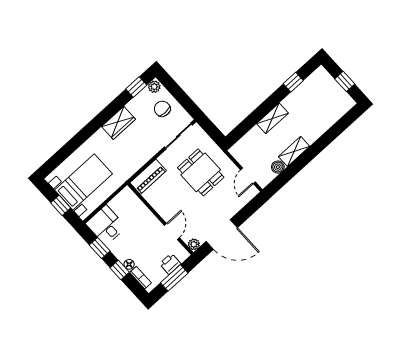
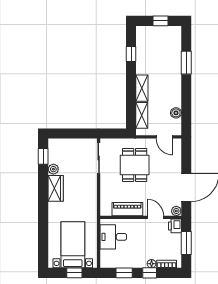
plant: (154, 87) -> (53, 169), moved
chair: (162, 109) -> (72, 152), removed
window: (329, 136) -> (186, 63), added
shelving: (294, 151) -> (142, 115), moved
dining table: (201, 172) -> (135, 165), turned 90
piano: (148, 177) -> (127, 209), moved, turned -90
desk: (106, 225) -> (113, 237), moved
printer: (170, 264) -> (175, 226), moved

